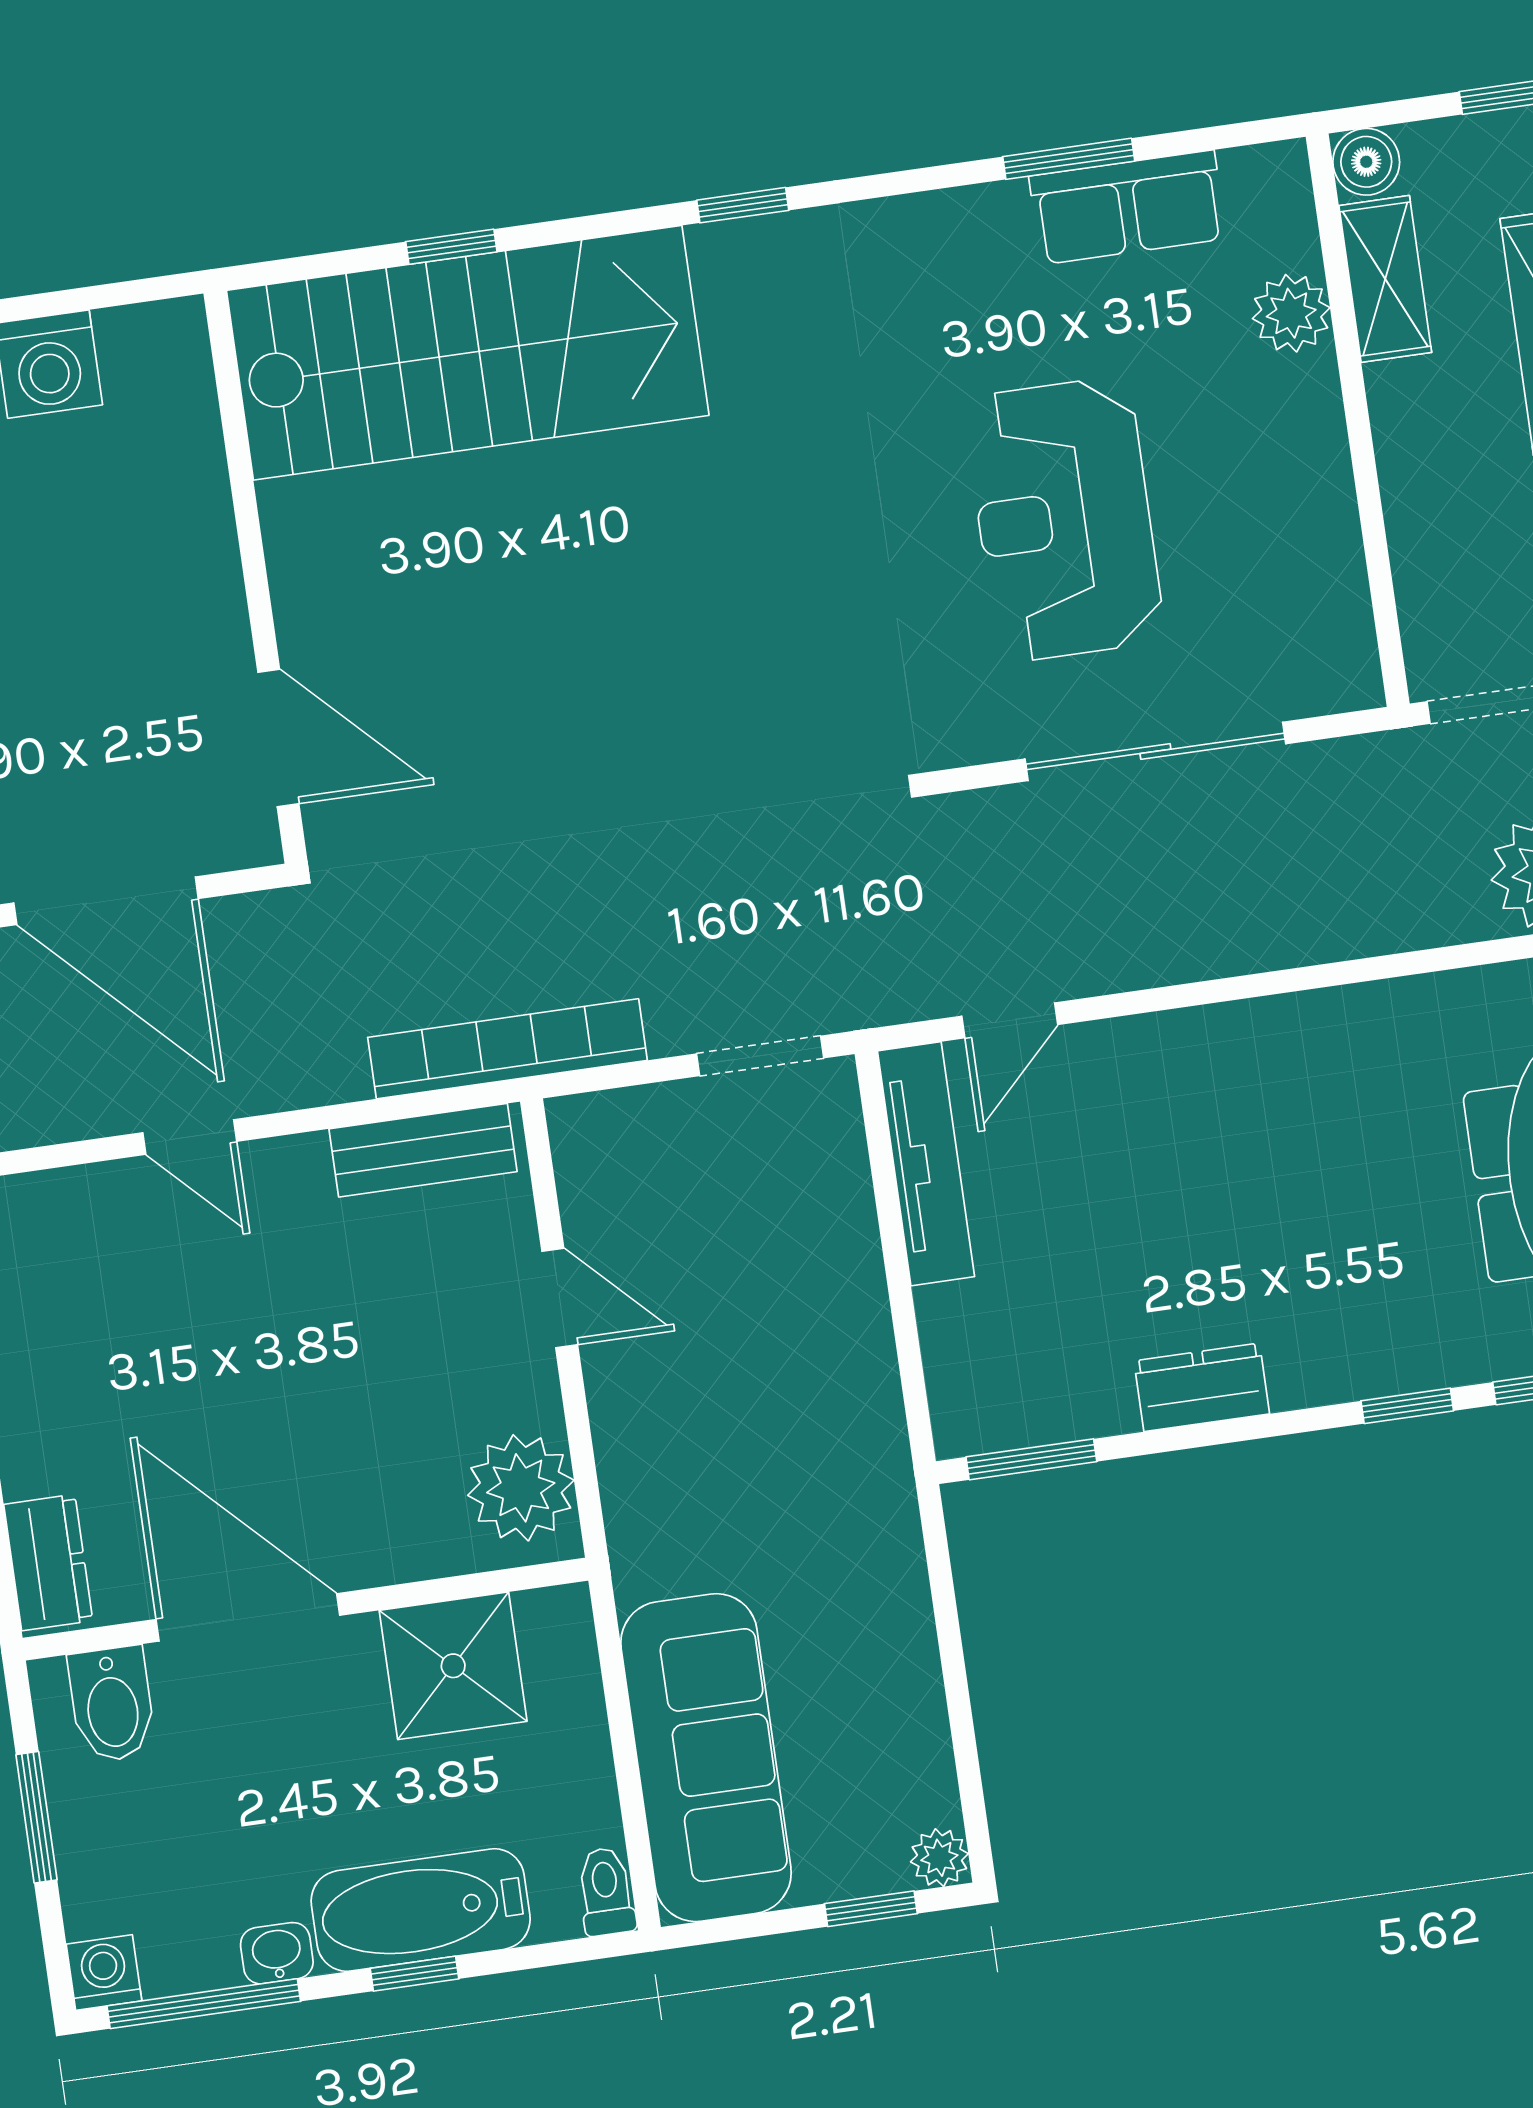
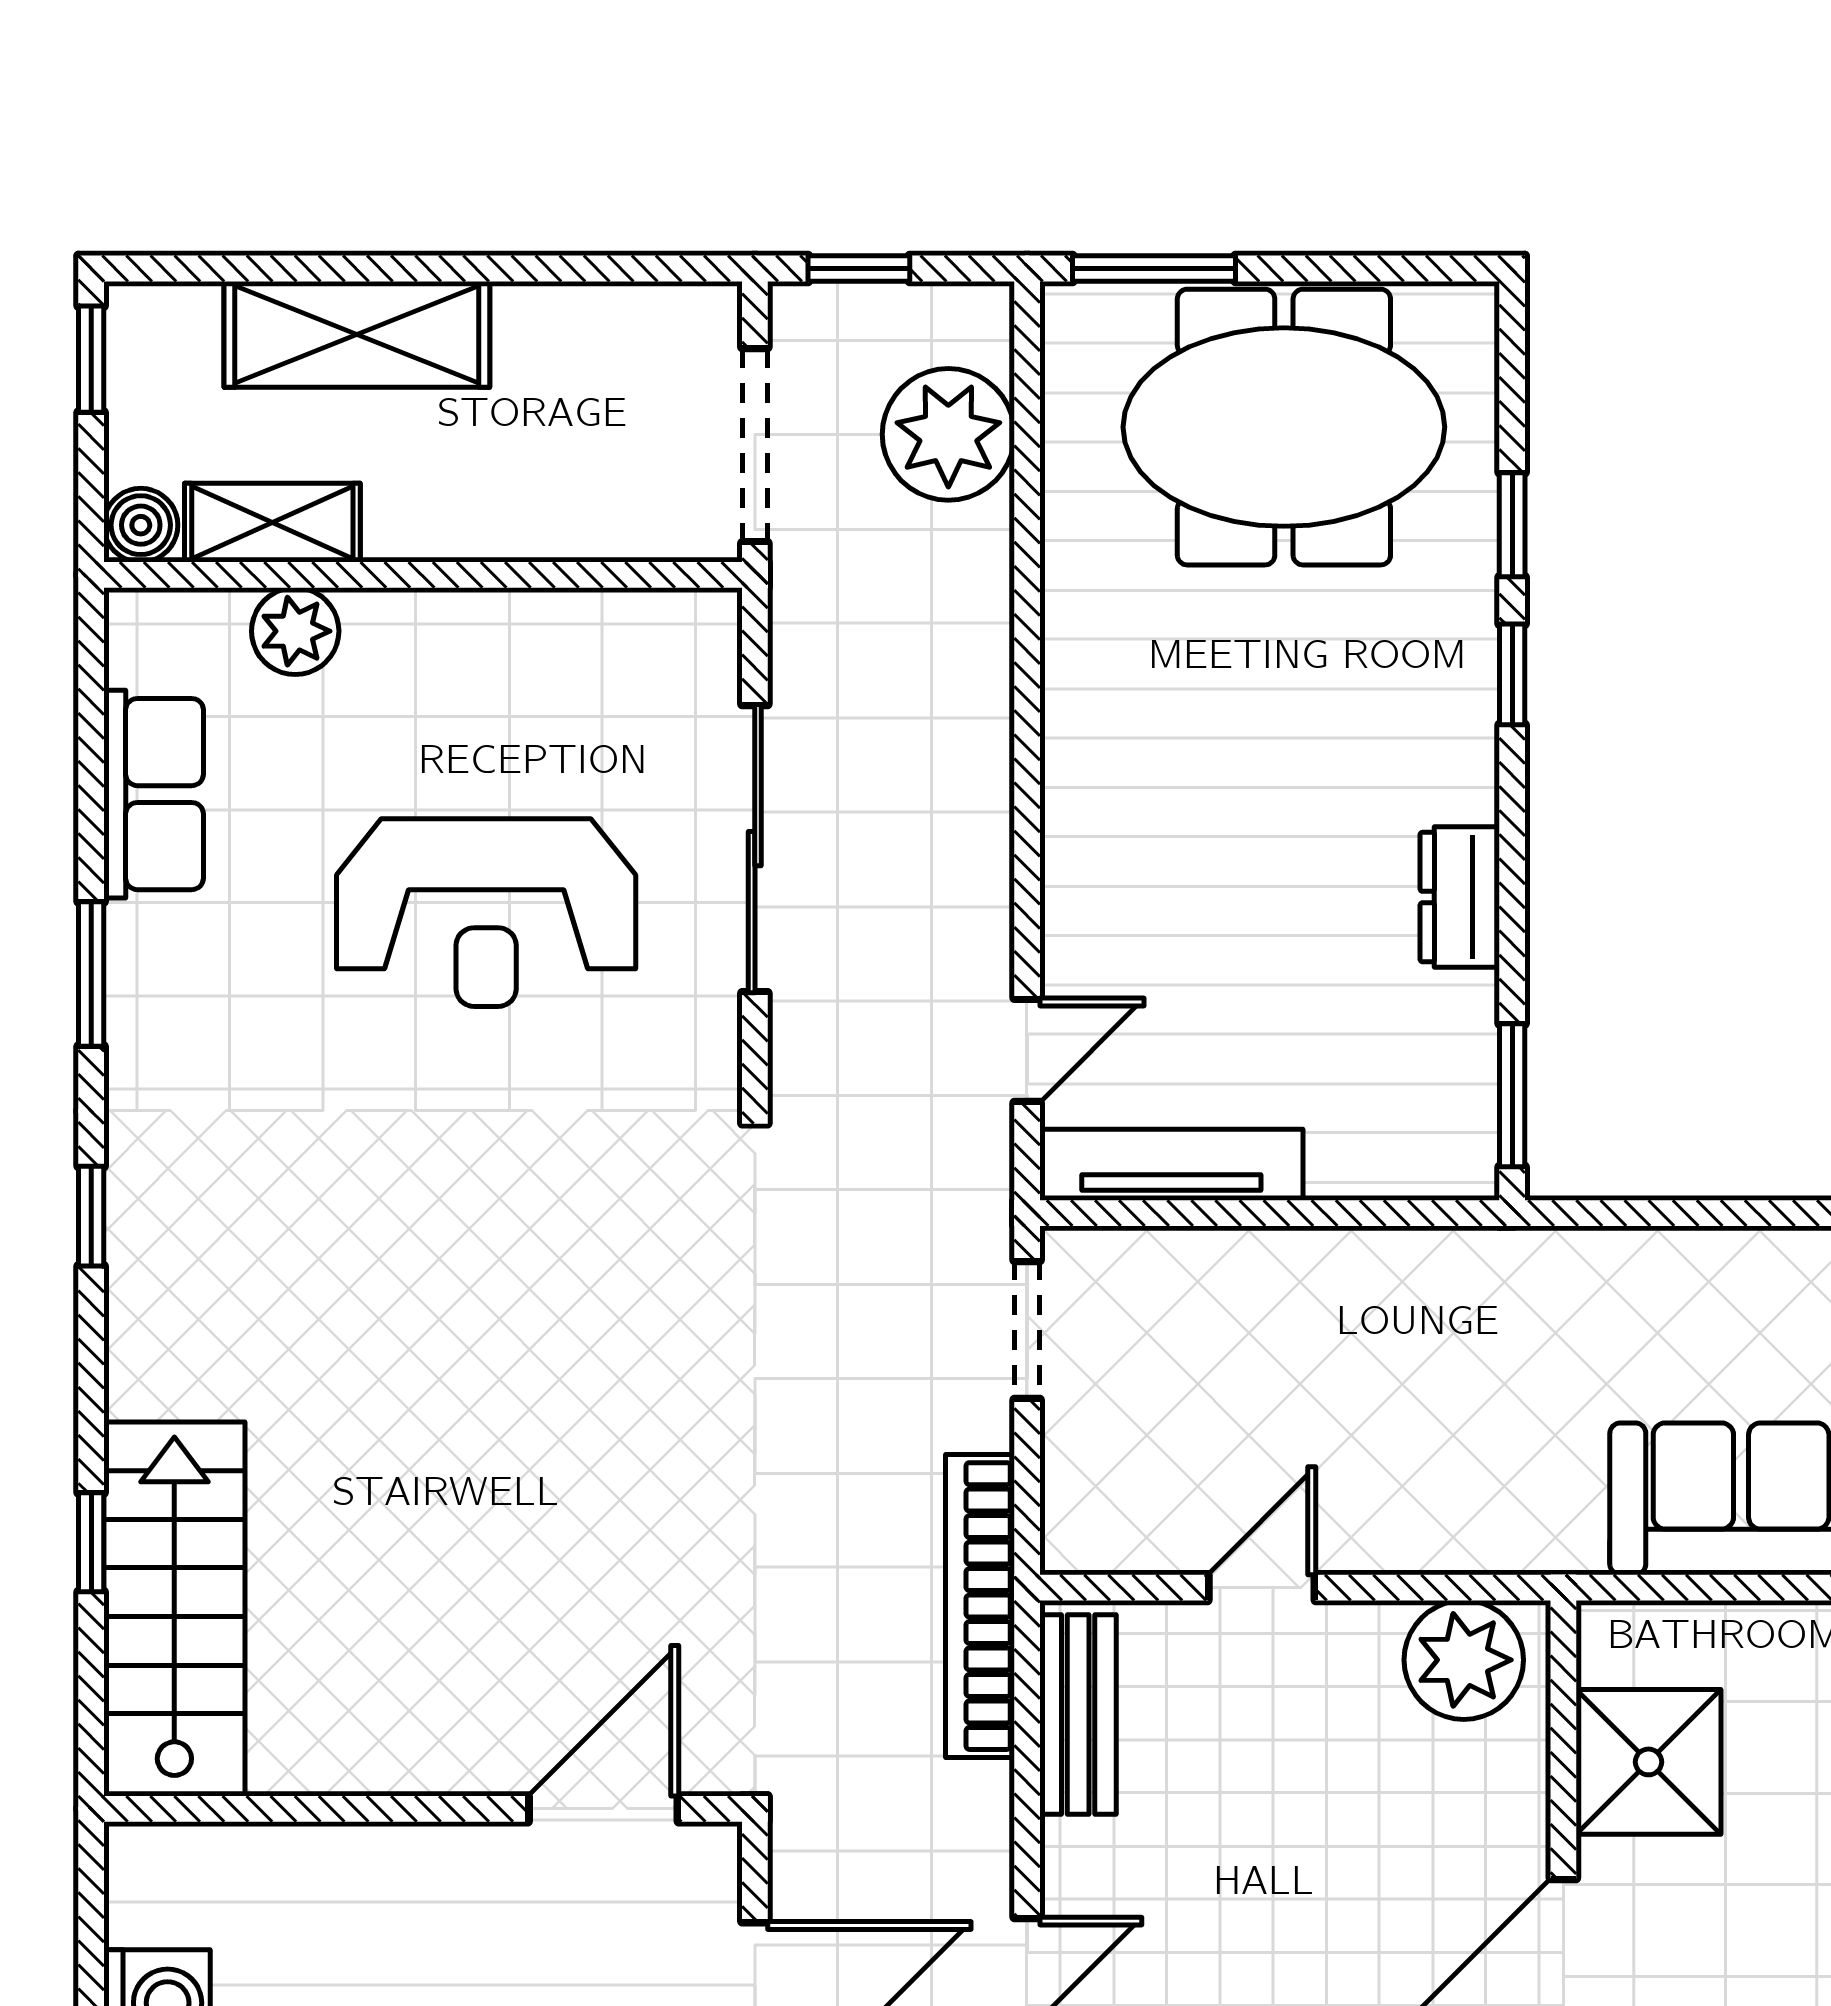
window: (1069, 159) -> (91, 974), moved
stairs: (468, 353) -> (174, 1609), width x0.73, depth x0.66
door: (1010, 1020) -> (1027, 1050), hinge flipped

